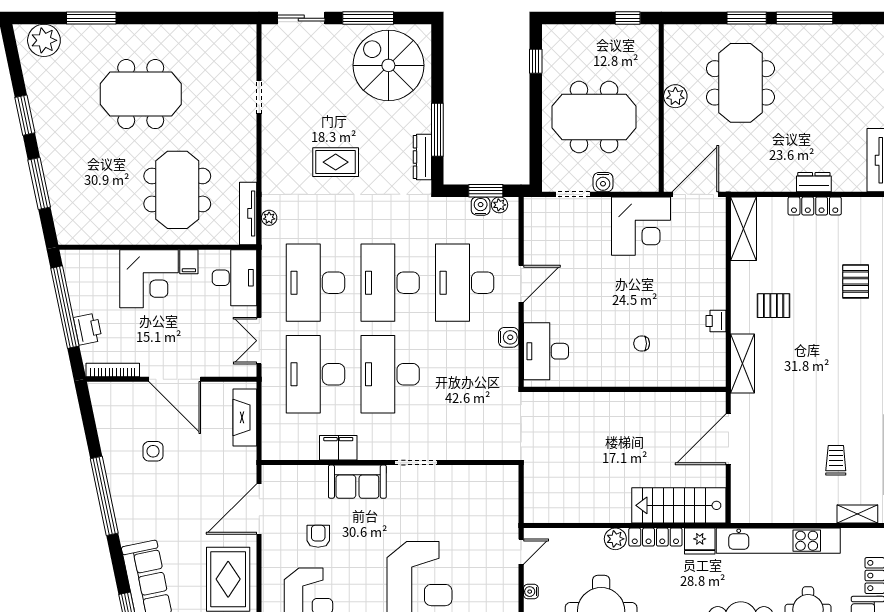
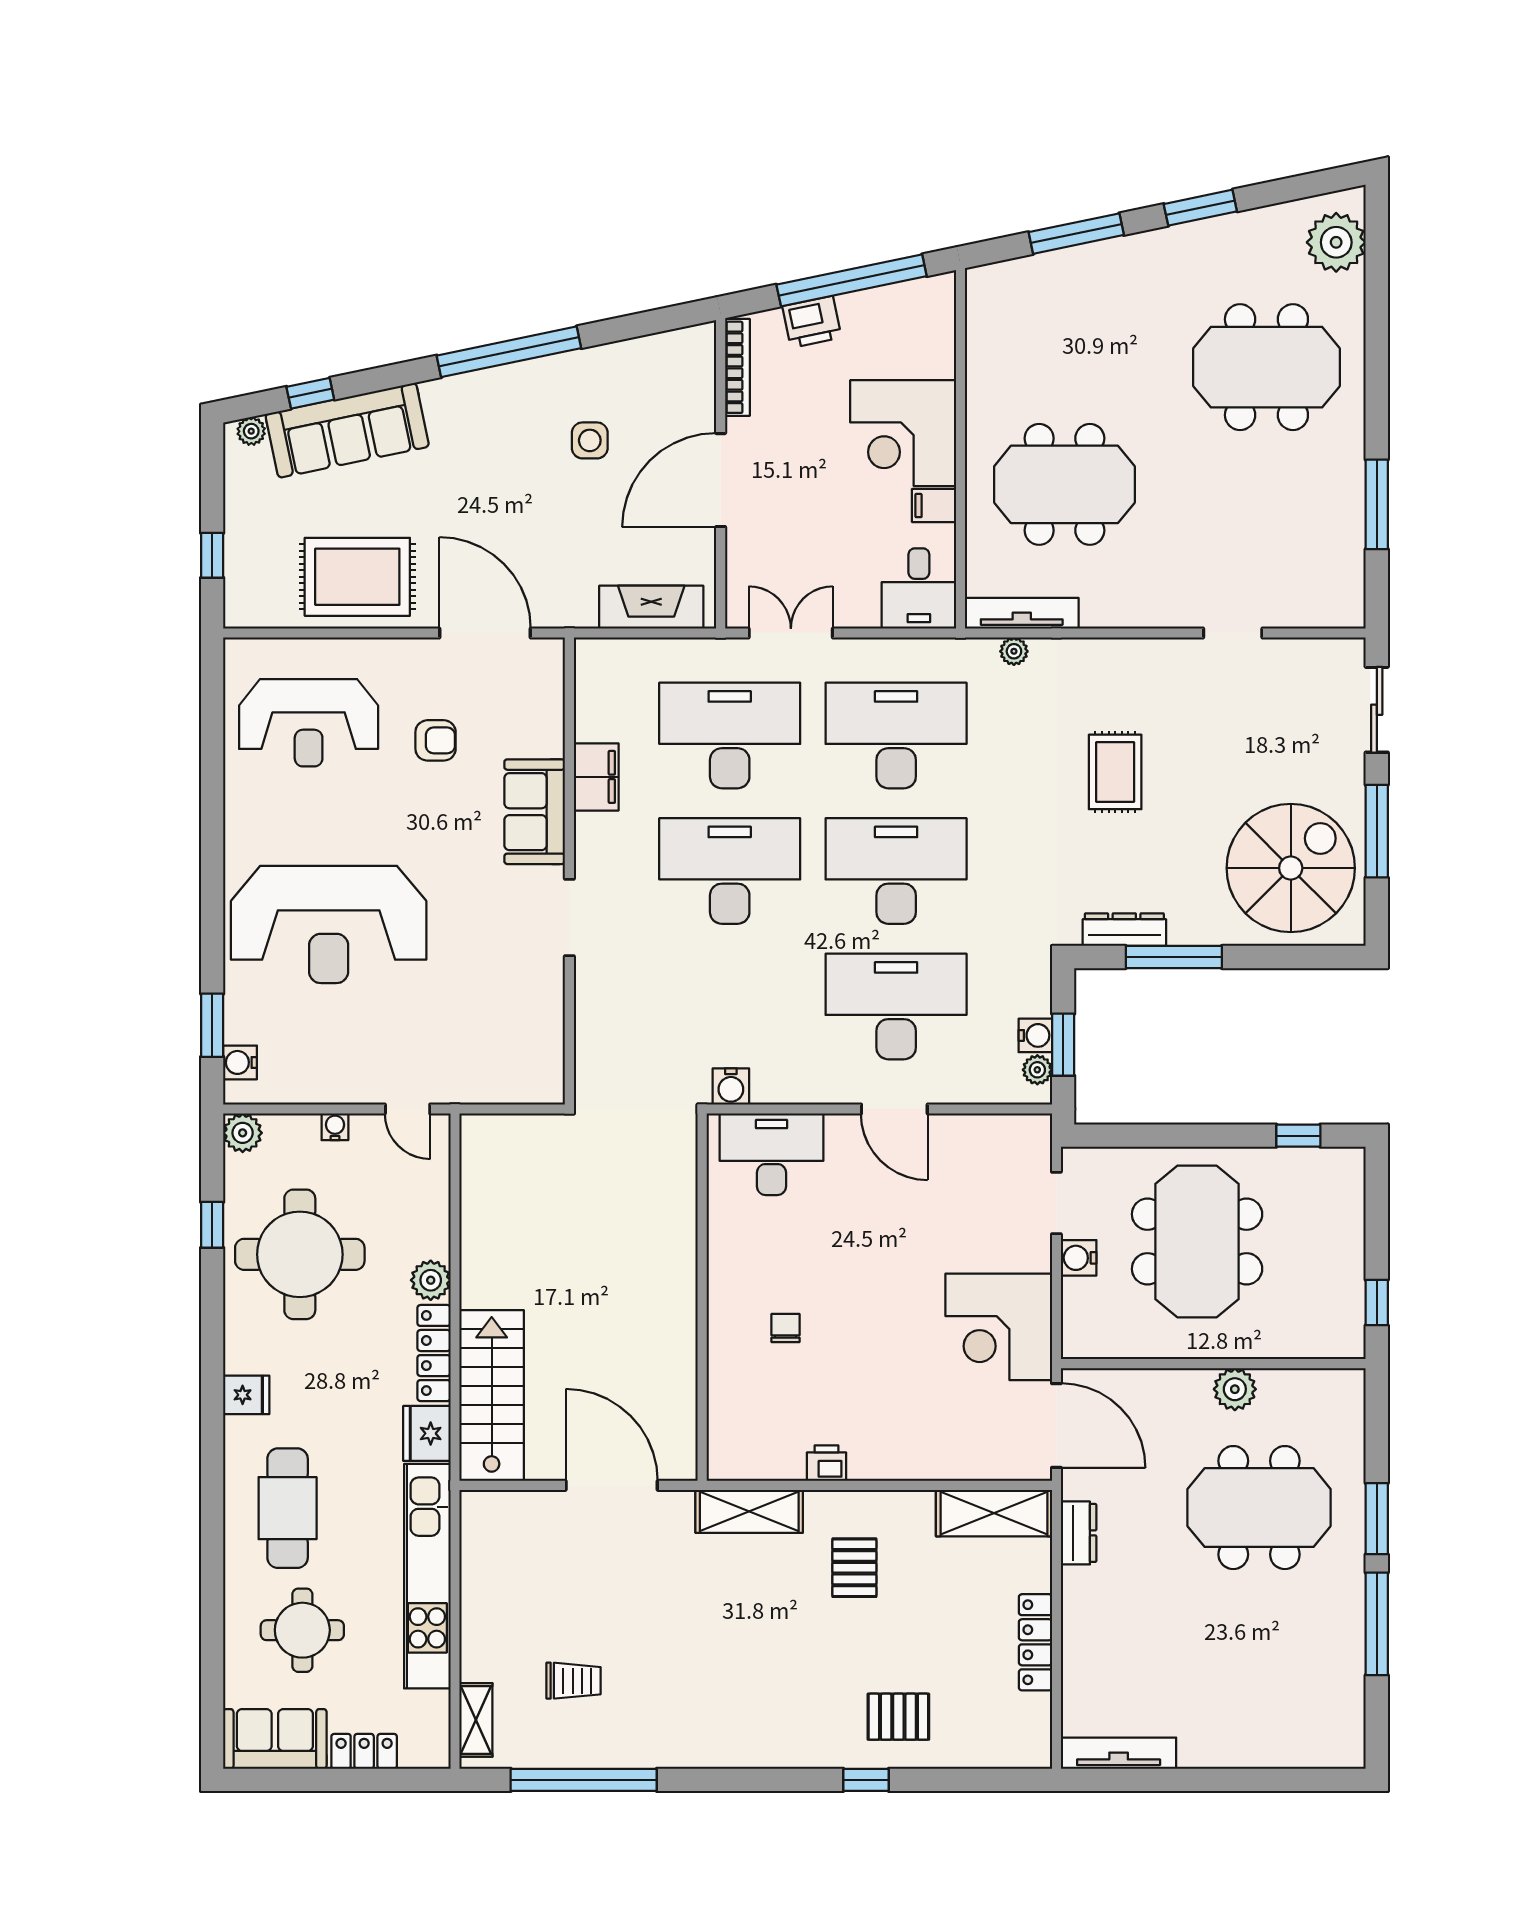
window: (91, 18) -> (1377, 504), moved
meeting table: (141, 94) -> (1266, 367), moved, turned 90
dresser: (814, 182) -> (1079, 1533), moved
desk: (235, 278) -> (919, 588), width x0.73
water cooler: (509, 337) -> (731, 1086), moved

